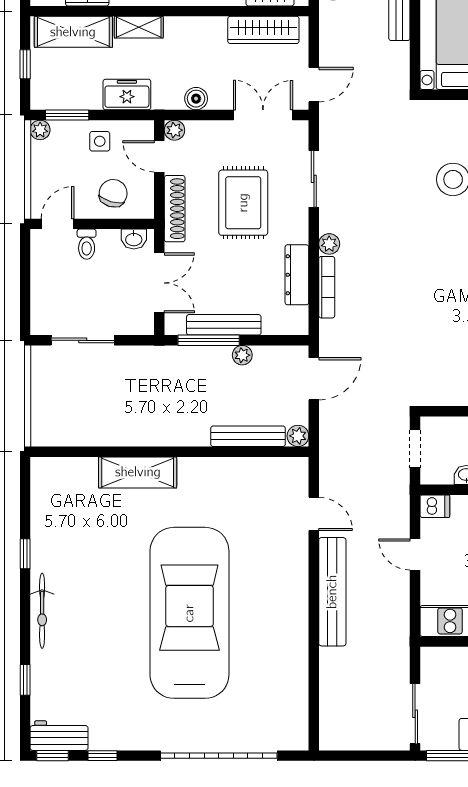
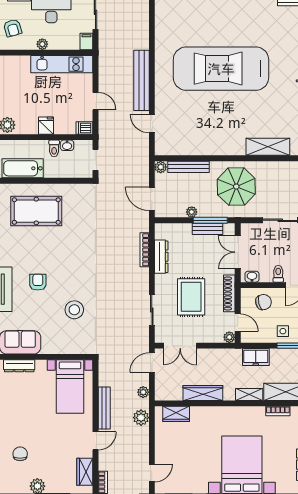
wardrobe: (263, 30) -> (203, 393), moved
boiler: (196, 99) -> (217, 355), removed
side table: (100, 141) -> (283, 331), moved
chair: (113, 193) -> (263, 302), turned -120
plant: (329, 244) -> (143, 392), moved
bench: (224, 325) -> (207, 229), width x0.73
door: (314, 379) -> (152, 199), hinge flipped
parasol: (162, 401) -> (236, 187), added
shelving: (138, 472) -> (268, 147), moved
car: (189, 613) -> (221, 69), turned 90
filing cabinet: (431, 662) -> (86, 41), added

